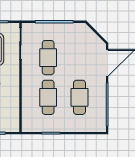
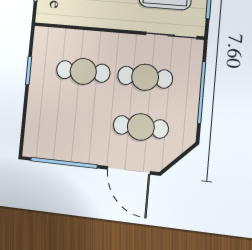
cafe table: (79, 97) -> (141, 127), moved

